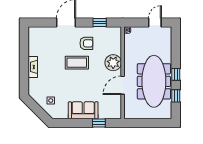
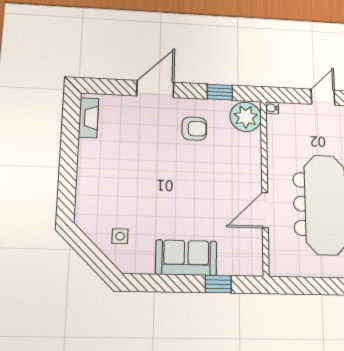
coffee table: (77, 63) -> (175, 164), removed
plant: (113, 63) -> (246, 117), moved
fireplace: (33, 67) -> (88, 118), moved

